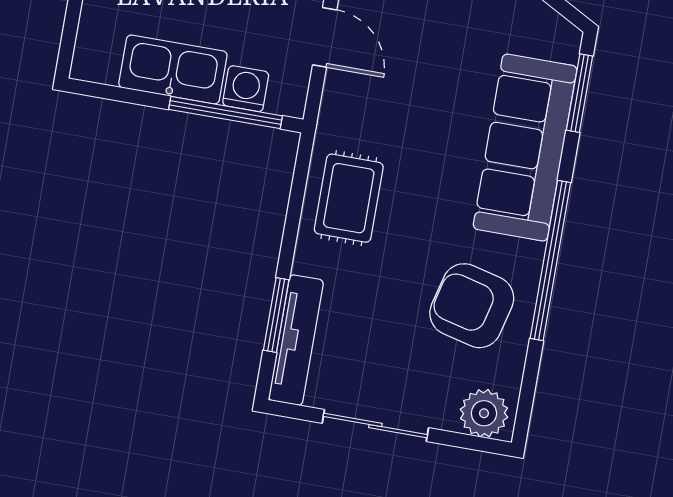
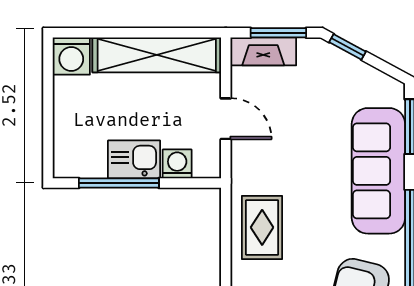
kitchen sink: (173, 69) -> (134, 159), width x0.73
window: (226, 113) -> (119, 183), moved

